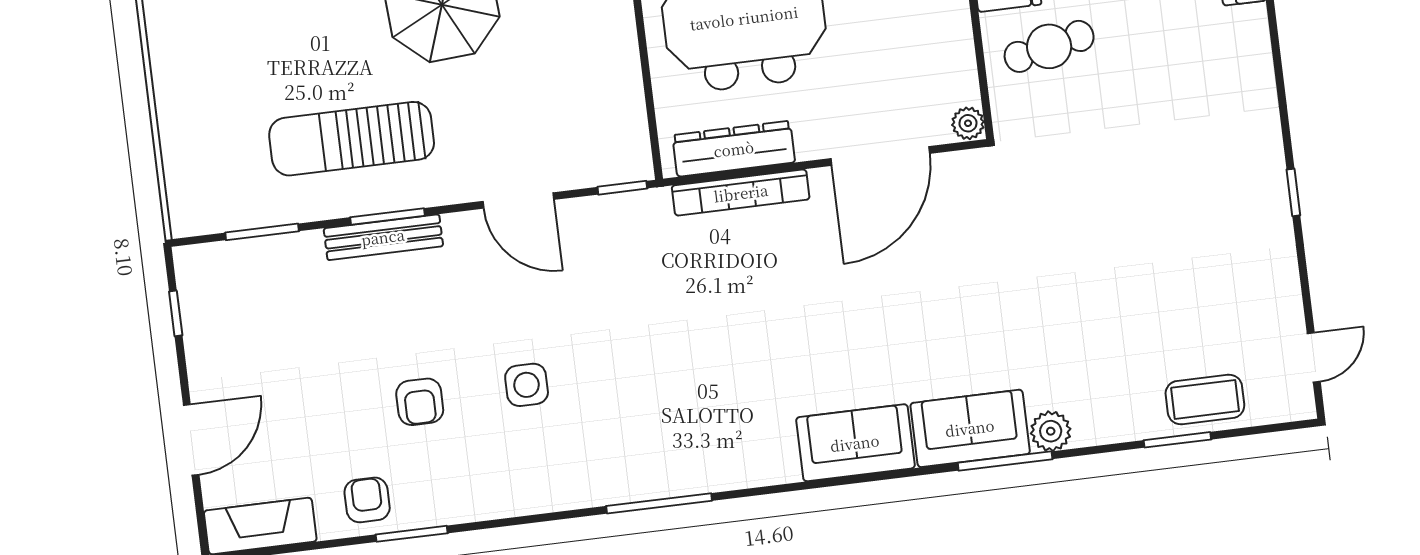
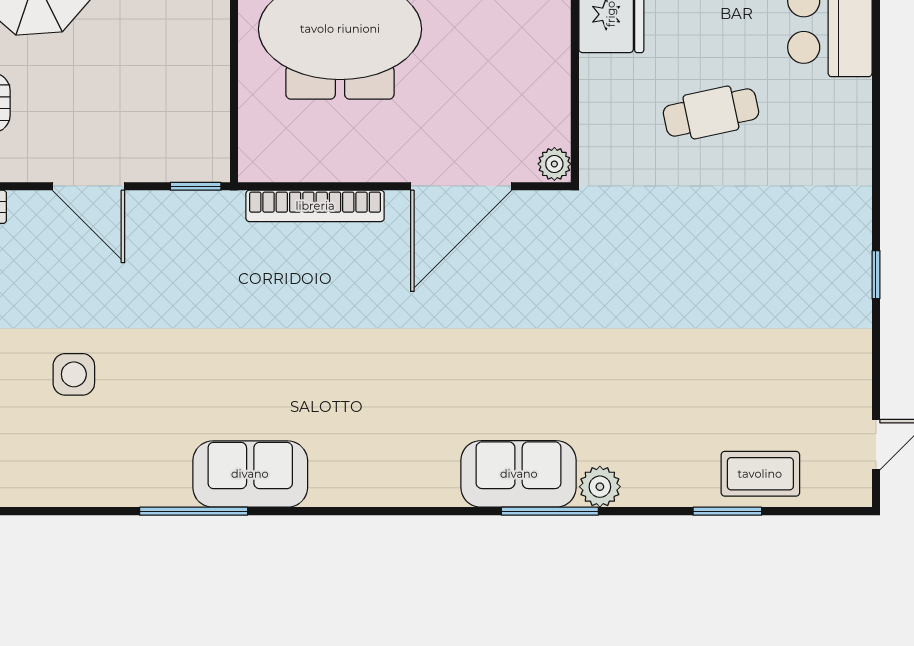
cafe table: (1049, 46) -> (711, 112), moved
dresser: (734, 149) -> (313, 161), removed
sofa: (855, 443) -> (250, 474), moved

